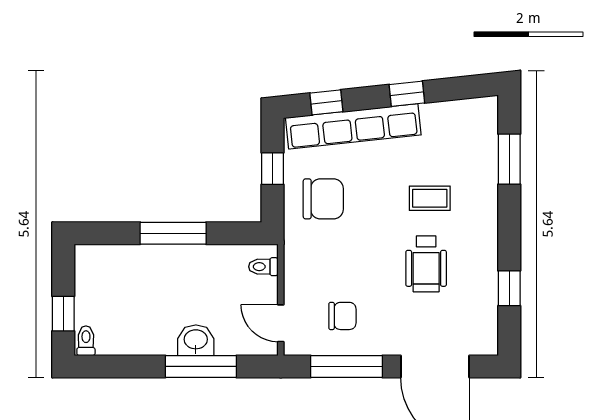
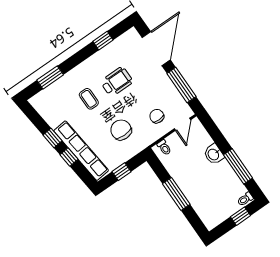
window: (326, 102) -> (69, 157), moved
chair: (323, 199) -> (121, 130), moved
chair: (342, 316) -> (157, 116), moved
window: (201, 366) -> (238, 166), moved

